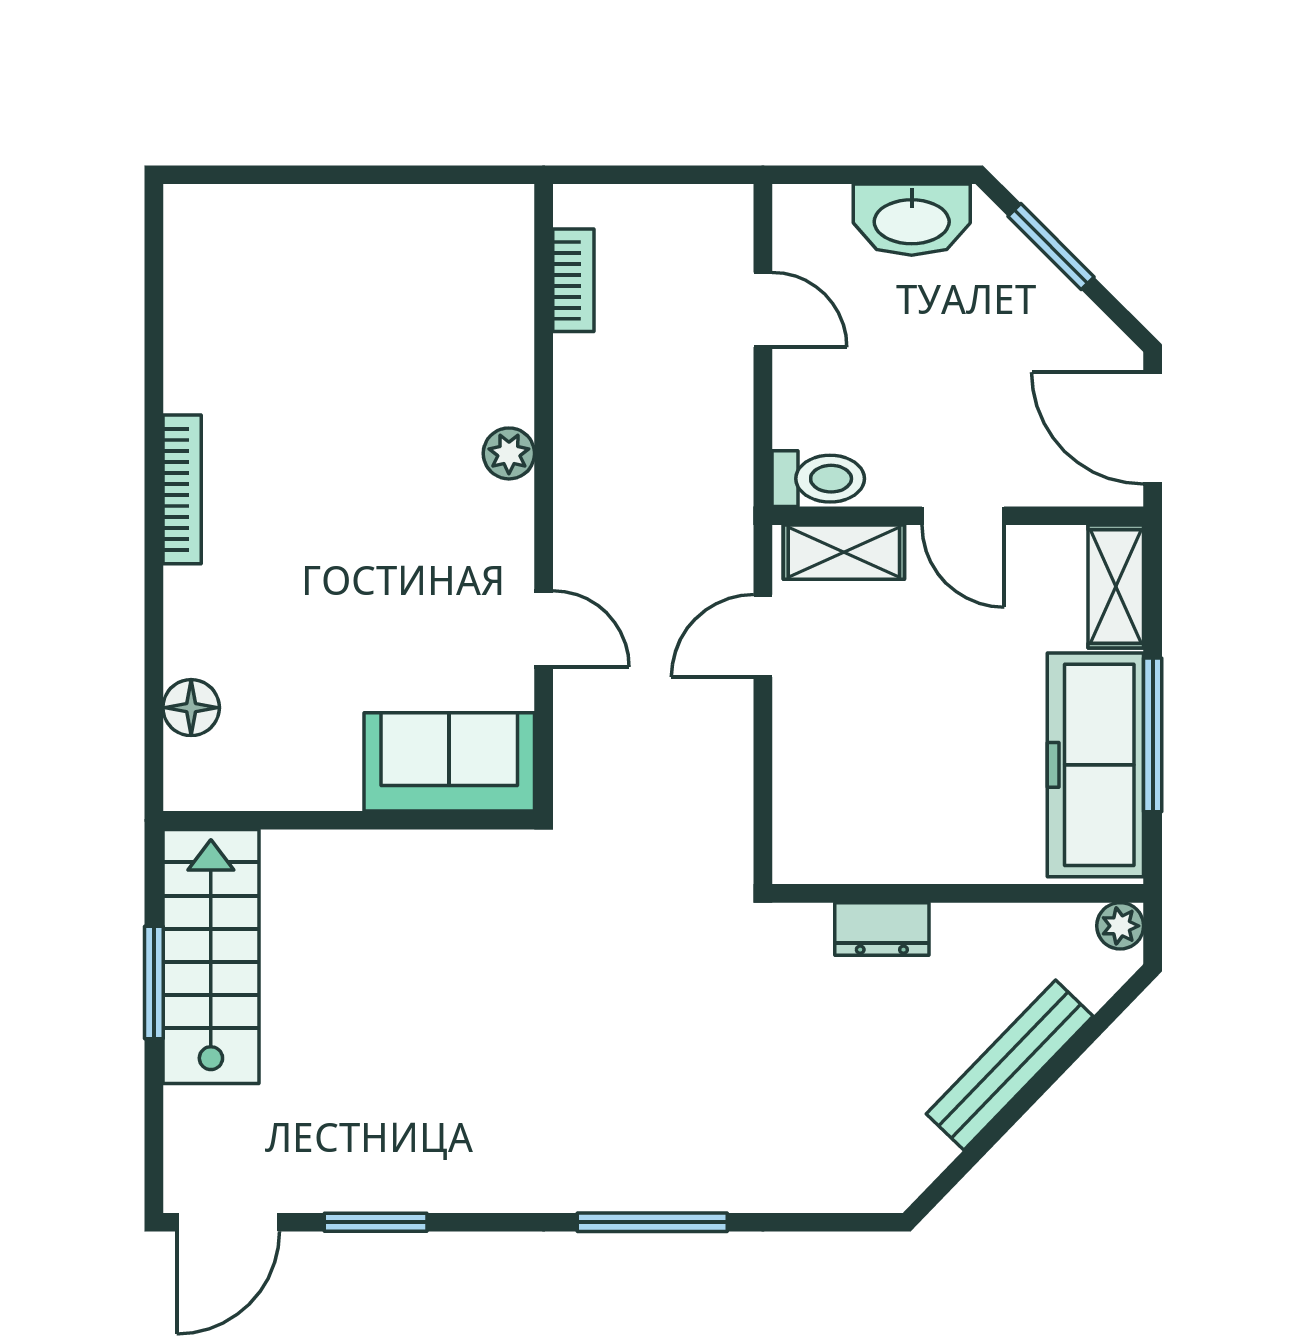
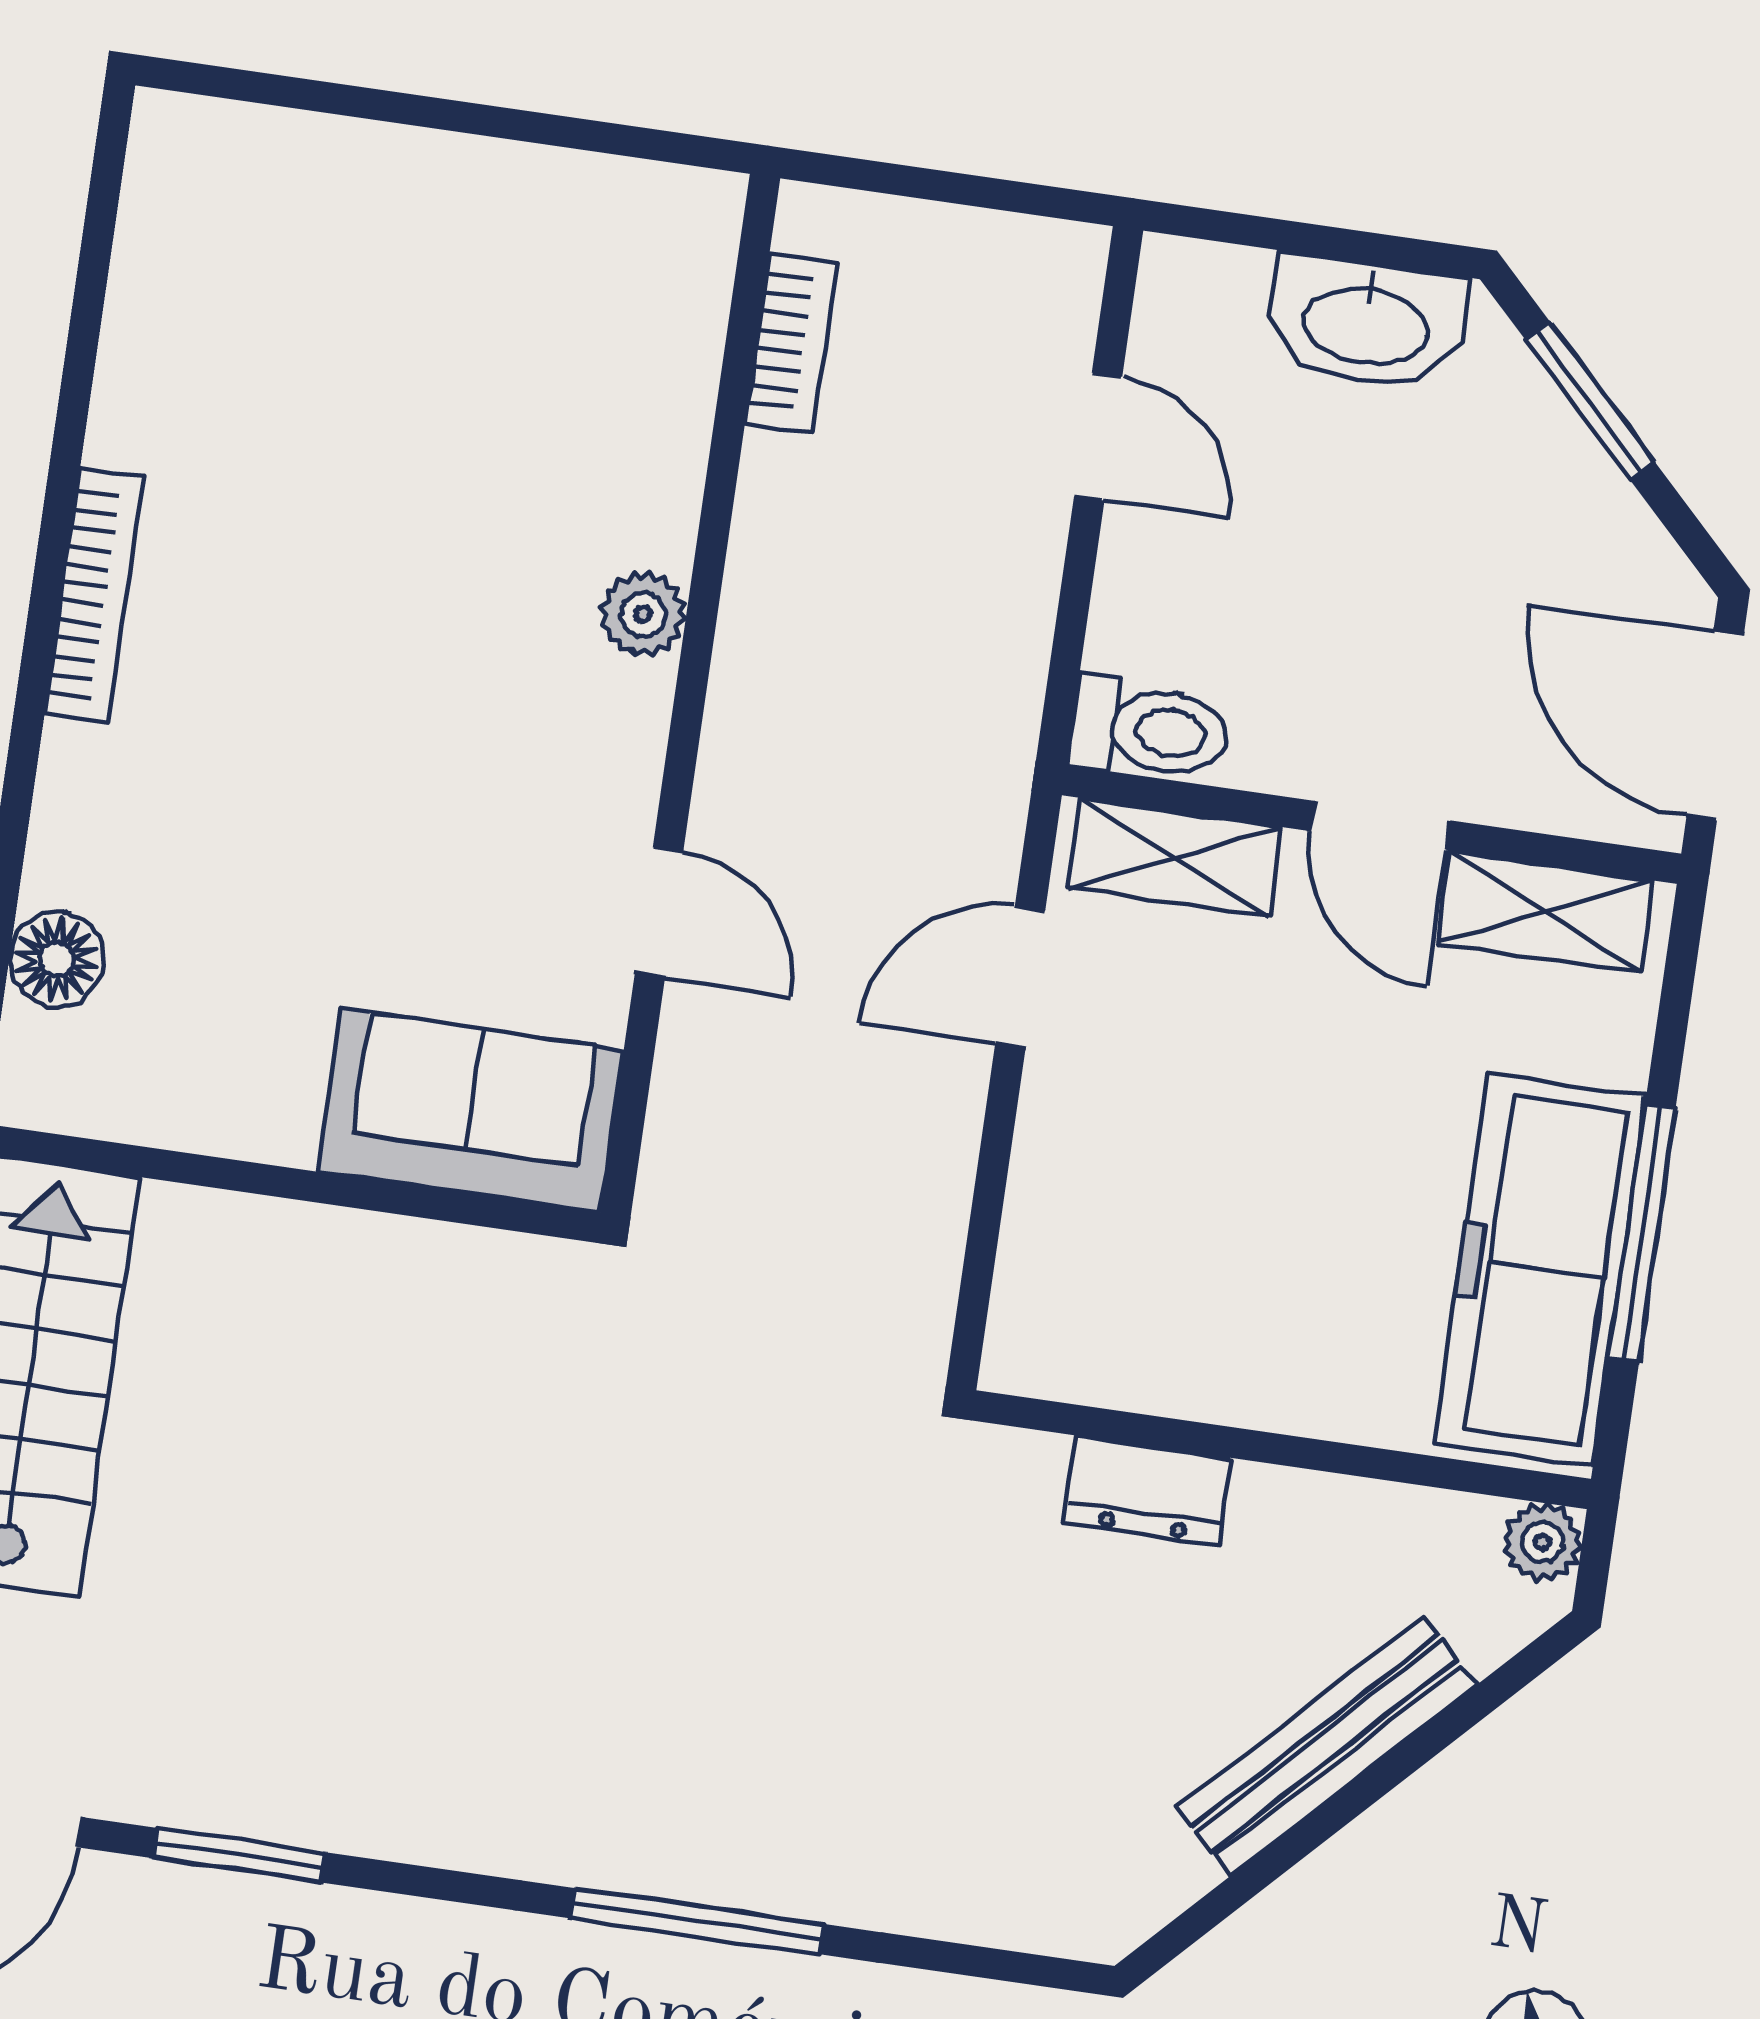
shelving: (1116, 587) -> (1545, 912), moved, turned 90

